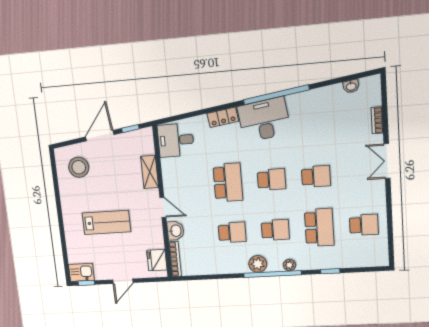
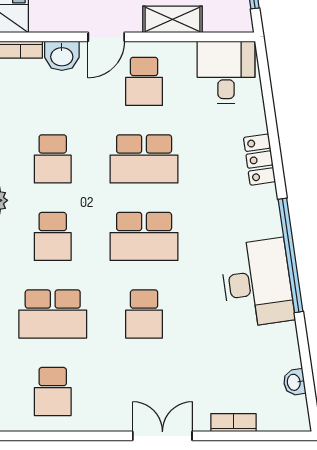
desk: (264, 120) -> (257, 283), moved
school desk: (272, 179) -> (144, 236), width x1.85
school desk: (185, 185) -> (144, 81), added

